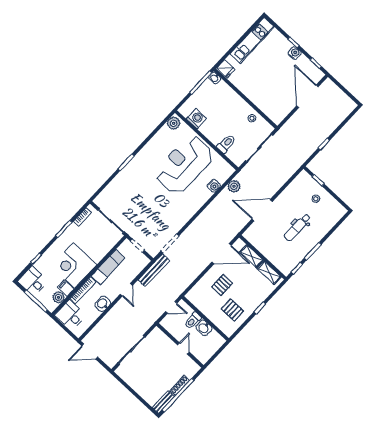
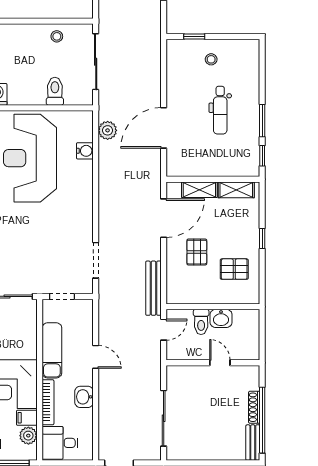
bench: (154, 270) -> (153, 288), moved

